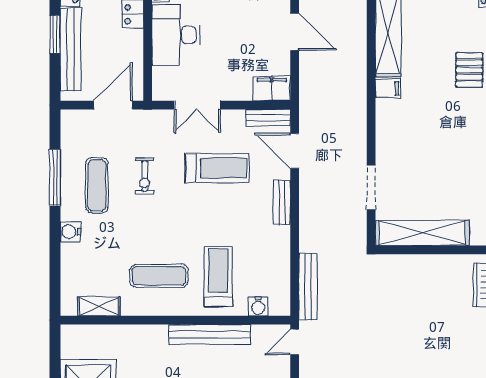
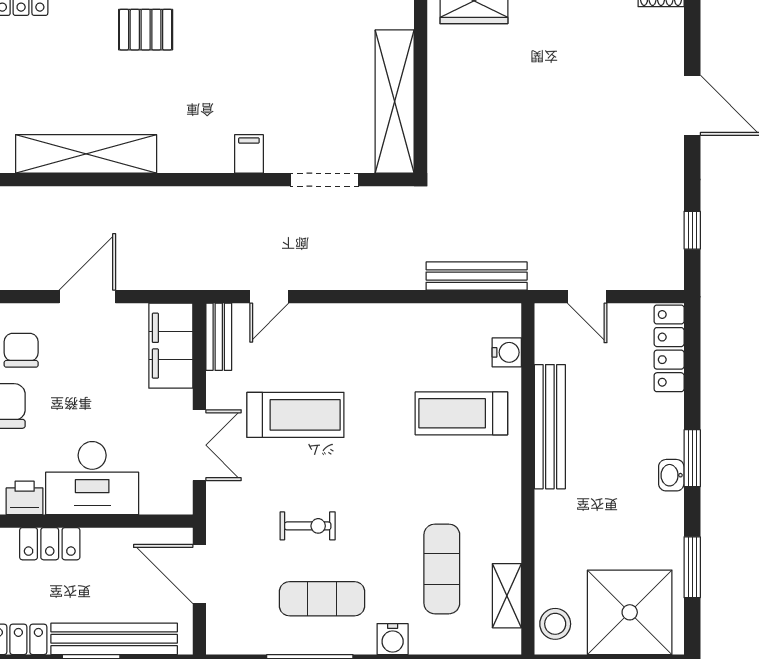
filing cabinet: (388, 88) -> (249, 154), moved
filing cabinet: (272, 89) -> (171, 346), width x1.50, depth x1.17
door: (295, 151) -> (269, 297), width x0.73
treadmill: (217, 168) -> (295, 415), turned 90
bench: (282, 202) -> (348, 316), removed
exercise mat: (159, 276) -> (442, 569), moved
stool: (80, 338) -> (555, 624), added
door: (295, 342) -> (587, 297), moved

